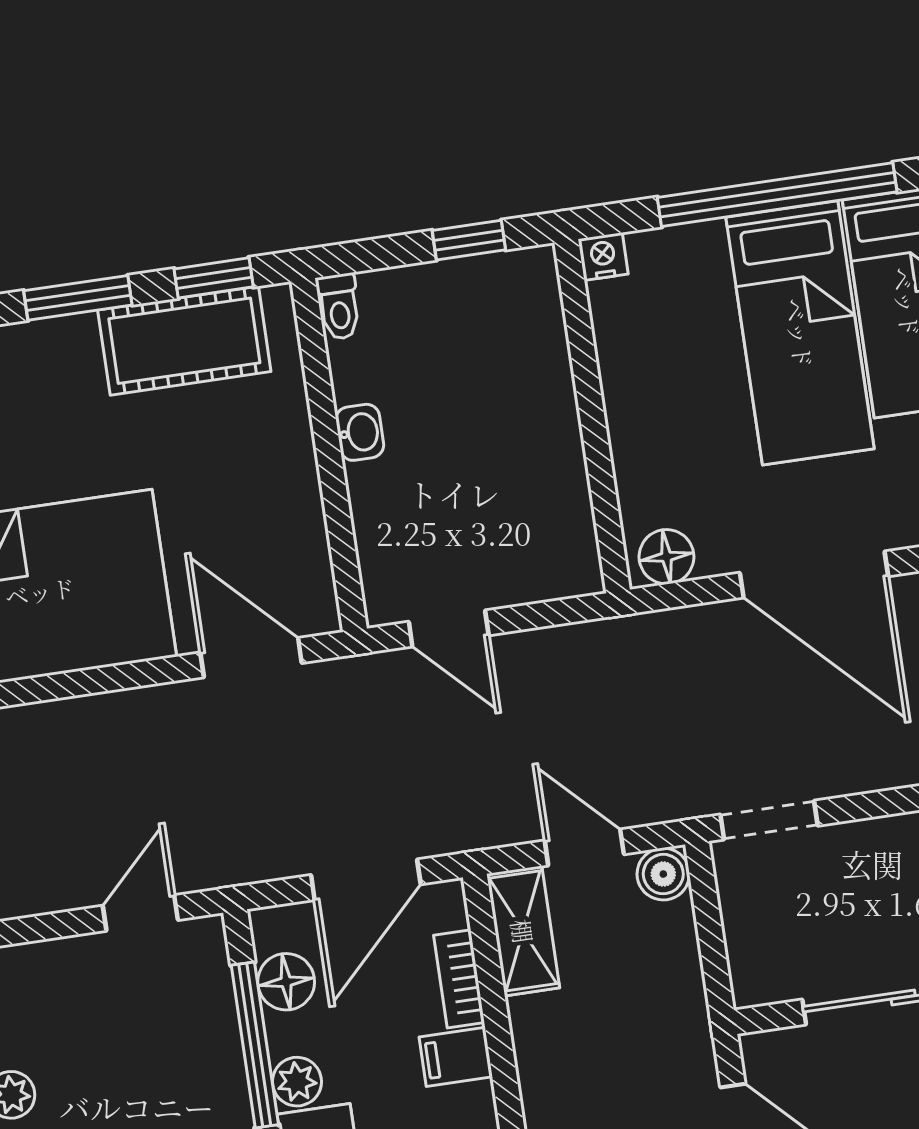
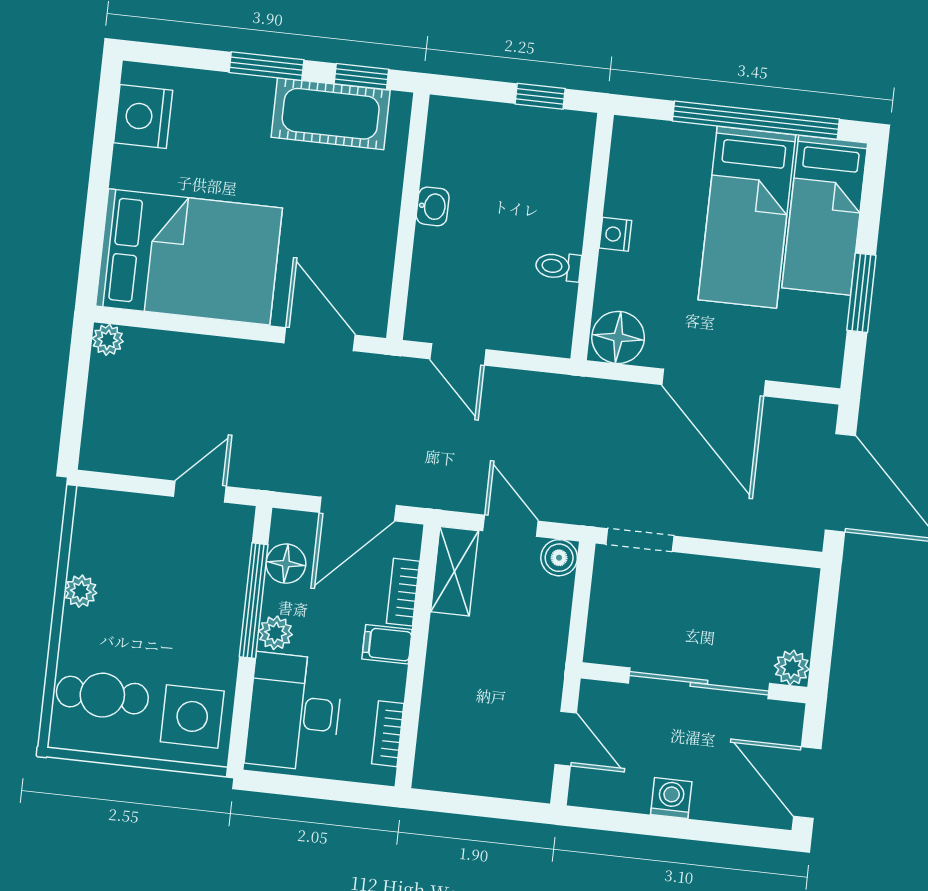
nightstand: (603, 257) -> (615, 234), moved, turned -90
toilet: (339, 307) -> (558, 266), moved, turned 90
floor lamp: (666, 557) -> (618, 337), width x1.38, depth x1.38

